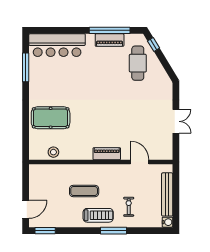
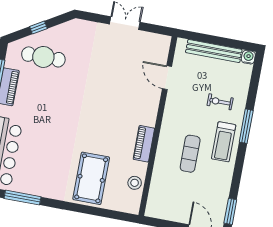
window: (154, 44) -> (38, 28), moved
piano: (107, 154) -> (144, 144), moved
door: (140, 162) -> (167, 78), hinge flipped
treadmill: (98, 215) -> (224, 142), turned 180

